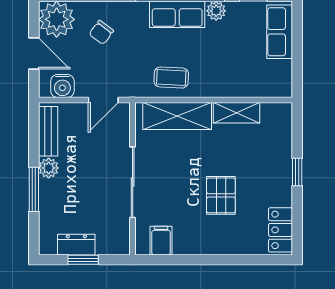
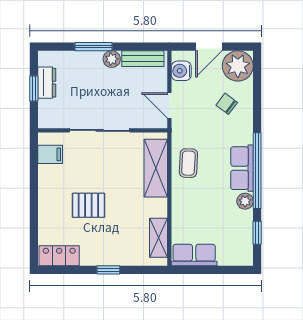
row of seats: (280, 32) -> (194, 255), moved
shelving: (237, 113) -> (159, 238), moved

